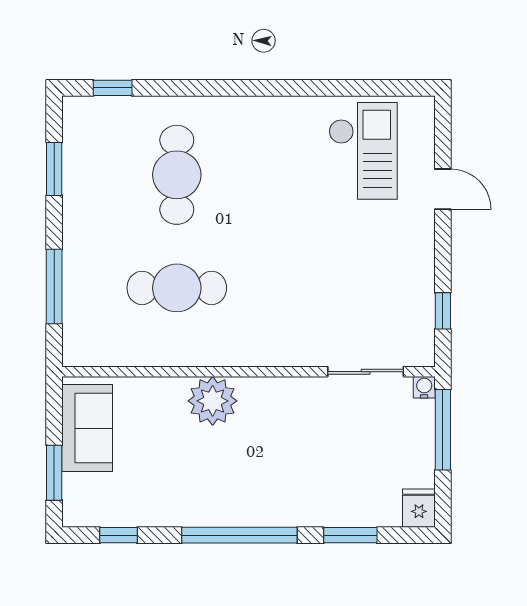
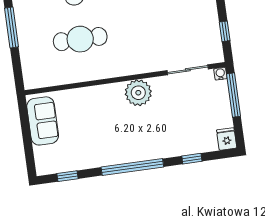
window: (54, 286) -> (11, 27), moved
plant: (213, 401) -> (138, 93), moved
window: (54, 473) -> (28, 147), removed
window: (350, 535) -> (192, 159), width x0.67

